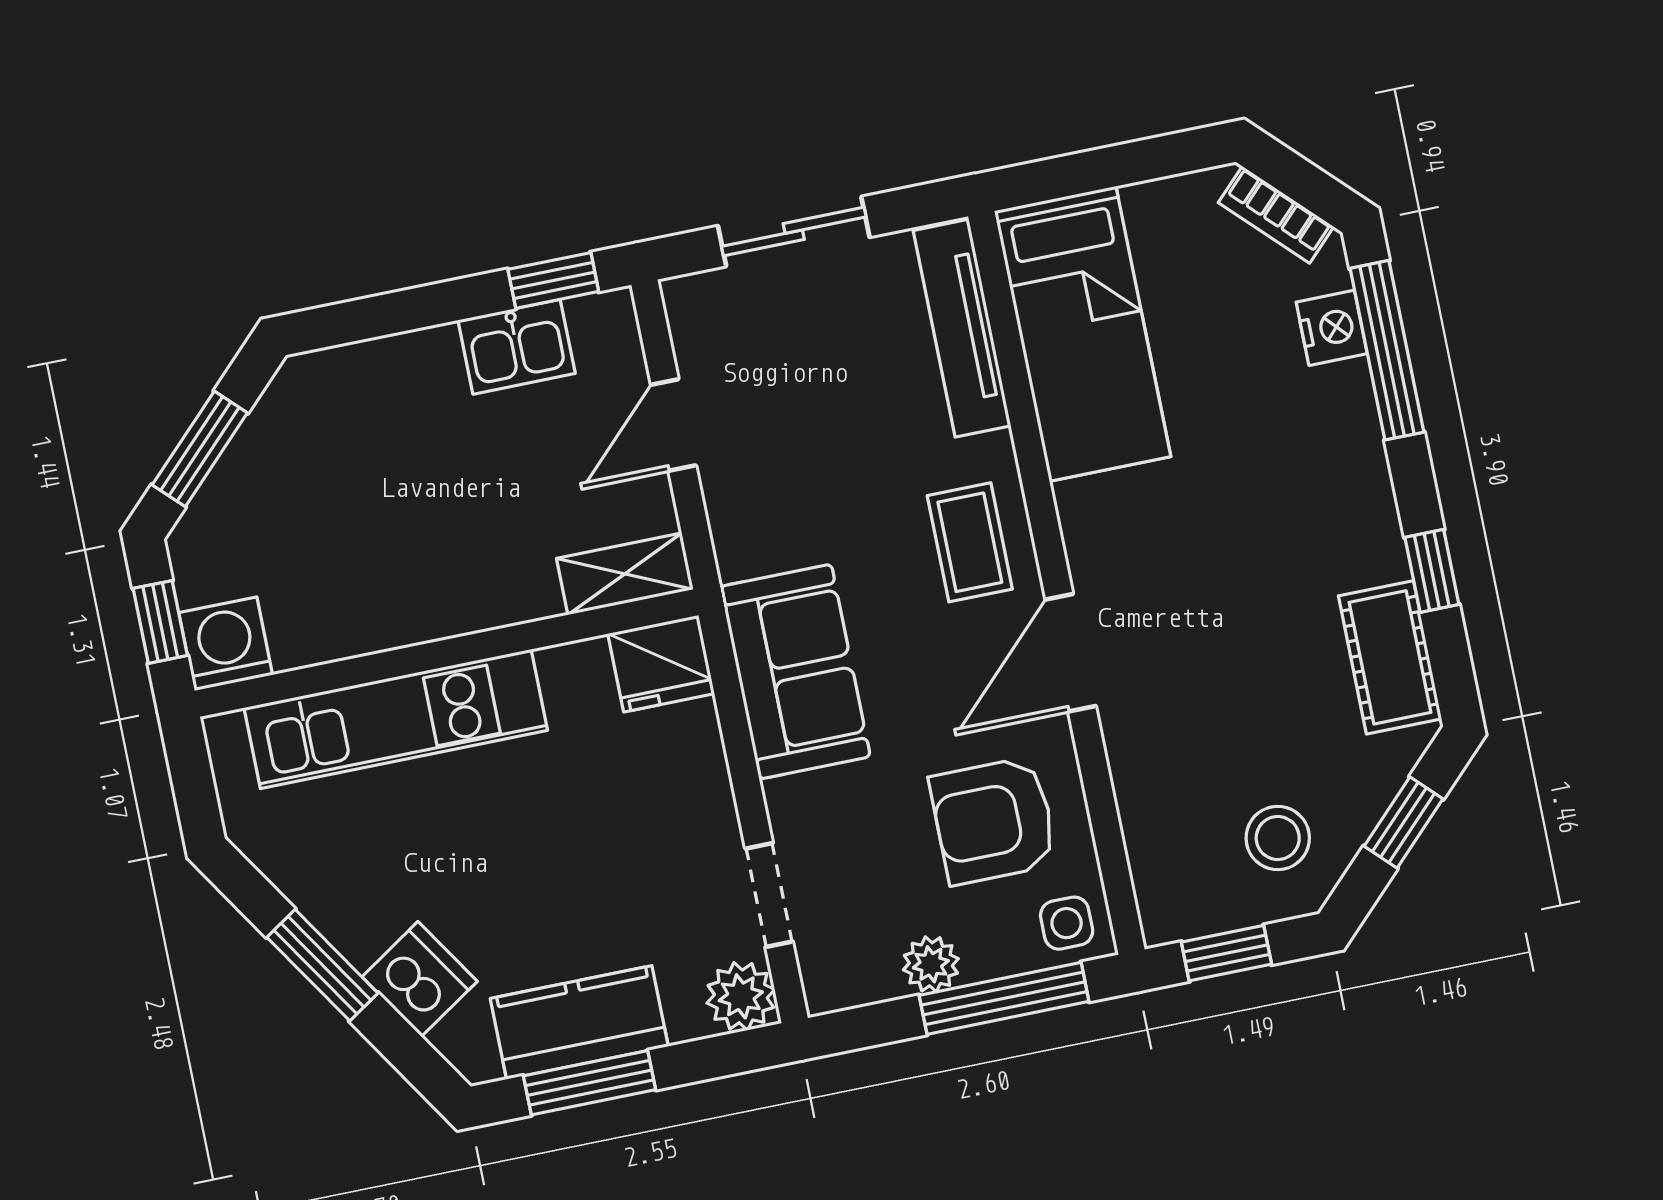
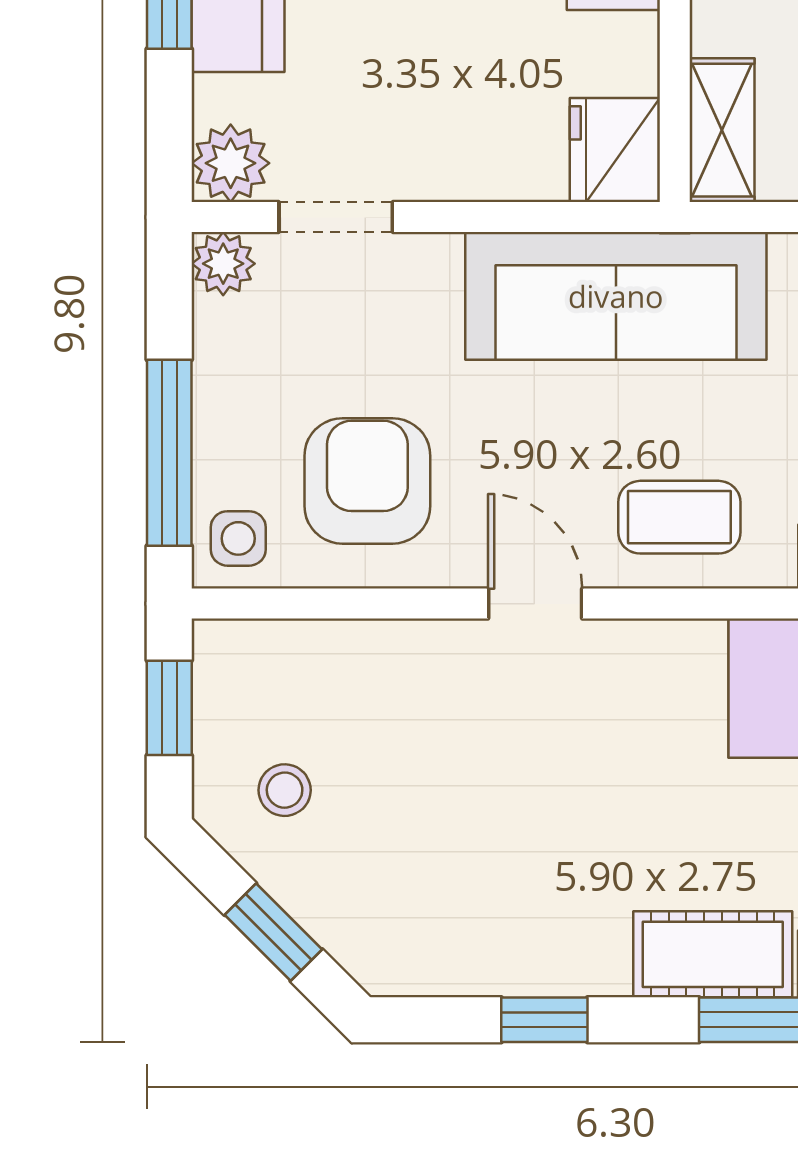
door: (1071, 653) -> (535, 604), width x0.73
cot: (1390, 657) -> (713, 954), moved
sofa: (795, 672) -> (616, 296), width x1.36
stool: (1278, 838) -> (285, 790), width x0.73, depth x0.73
plant: (931, 964) -> (223, 264), moved

